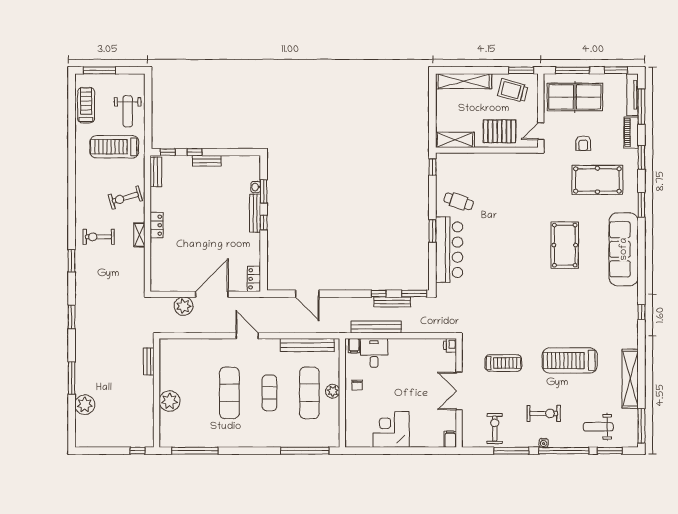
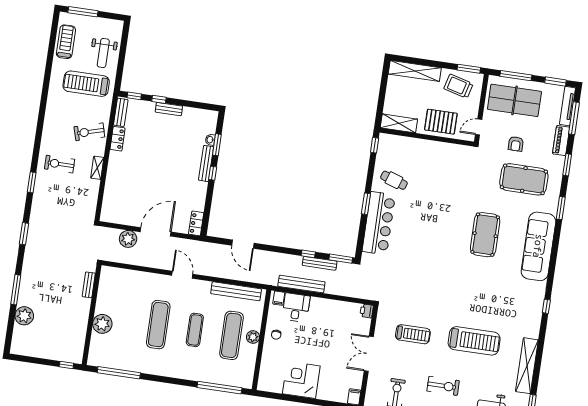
locker: (157, 225) -> (118, 139), moved
treadmill: (570, 360) -> (474, 341), turned 180

